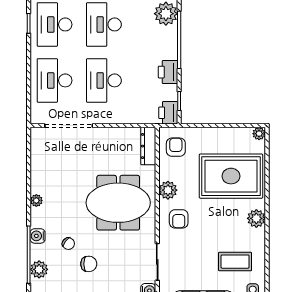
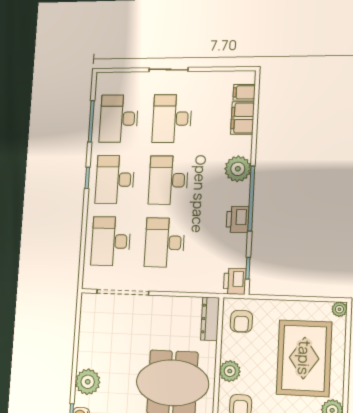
printer: (168, 72) -> (238, 219), moved
armchair: (176, 147) -> (241, 321), turned 180
rug: (231, 176) -> (304, 358), turned 90
plant: (36, 200) -> (88, 382), width x1.88, depth x1.88

